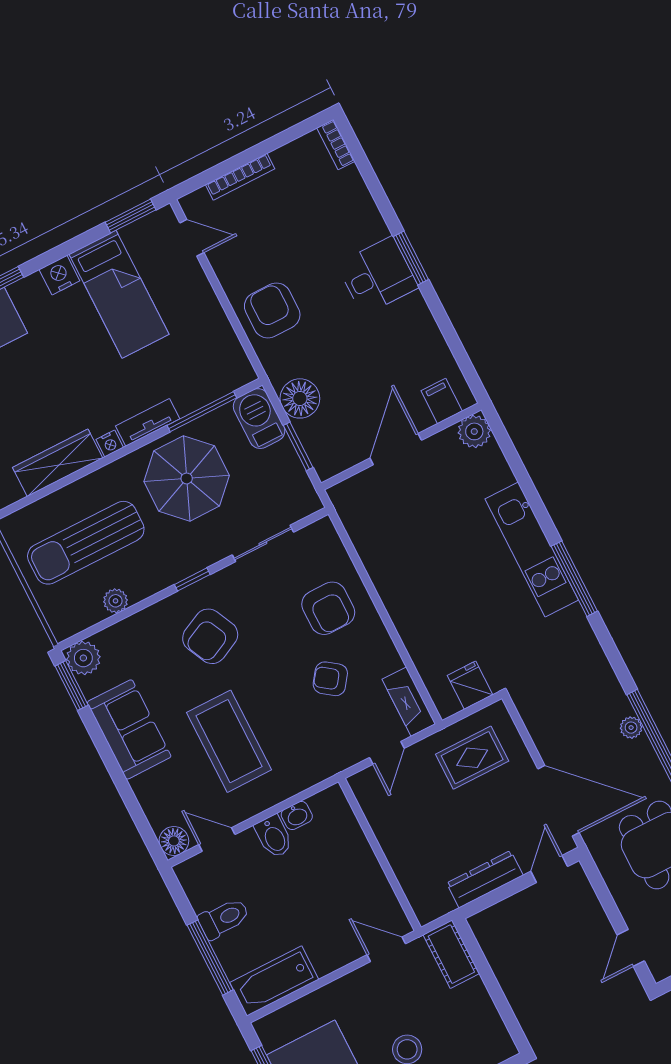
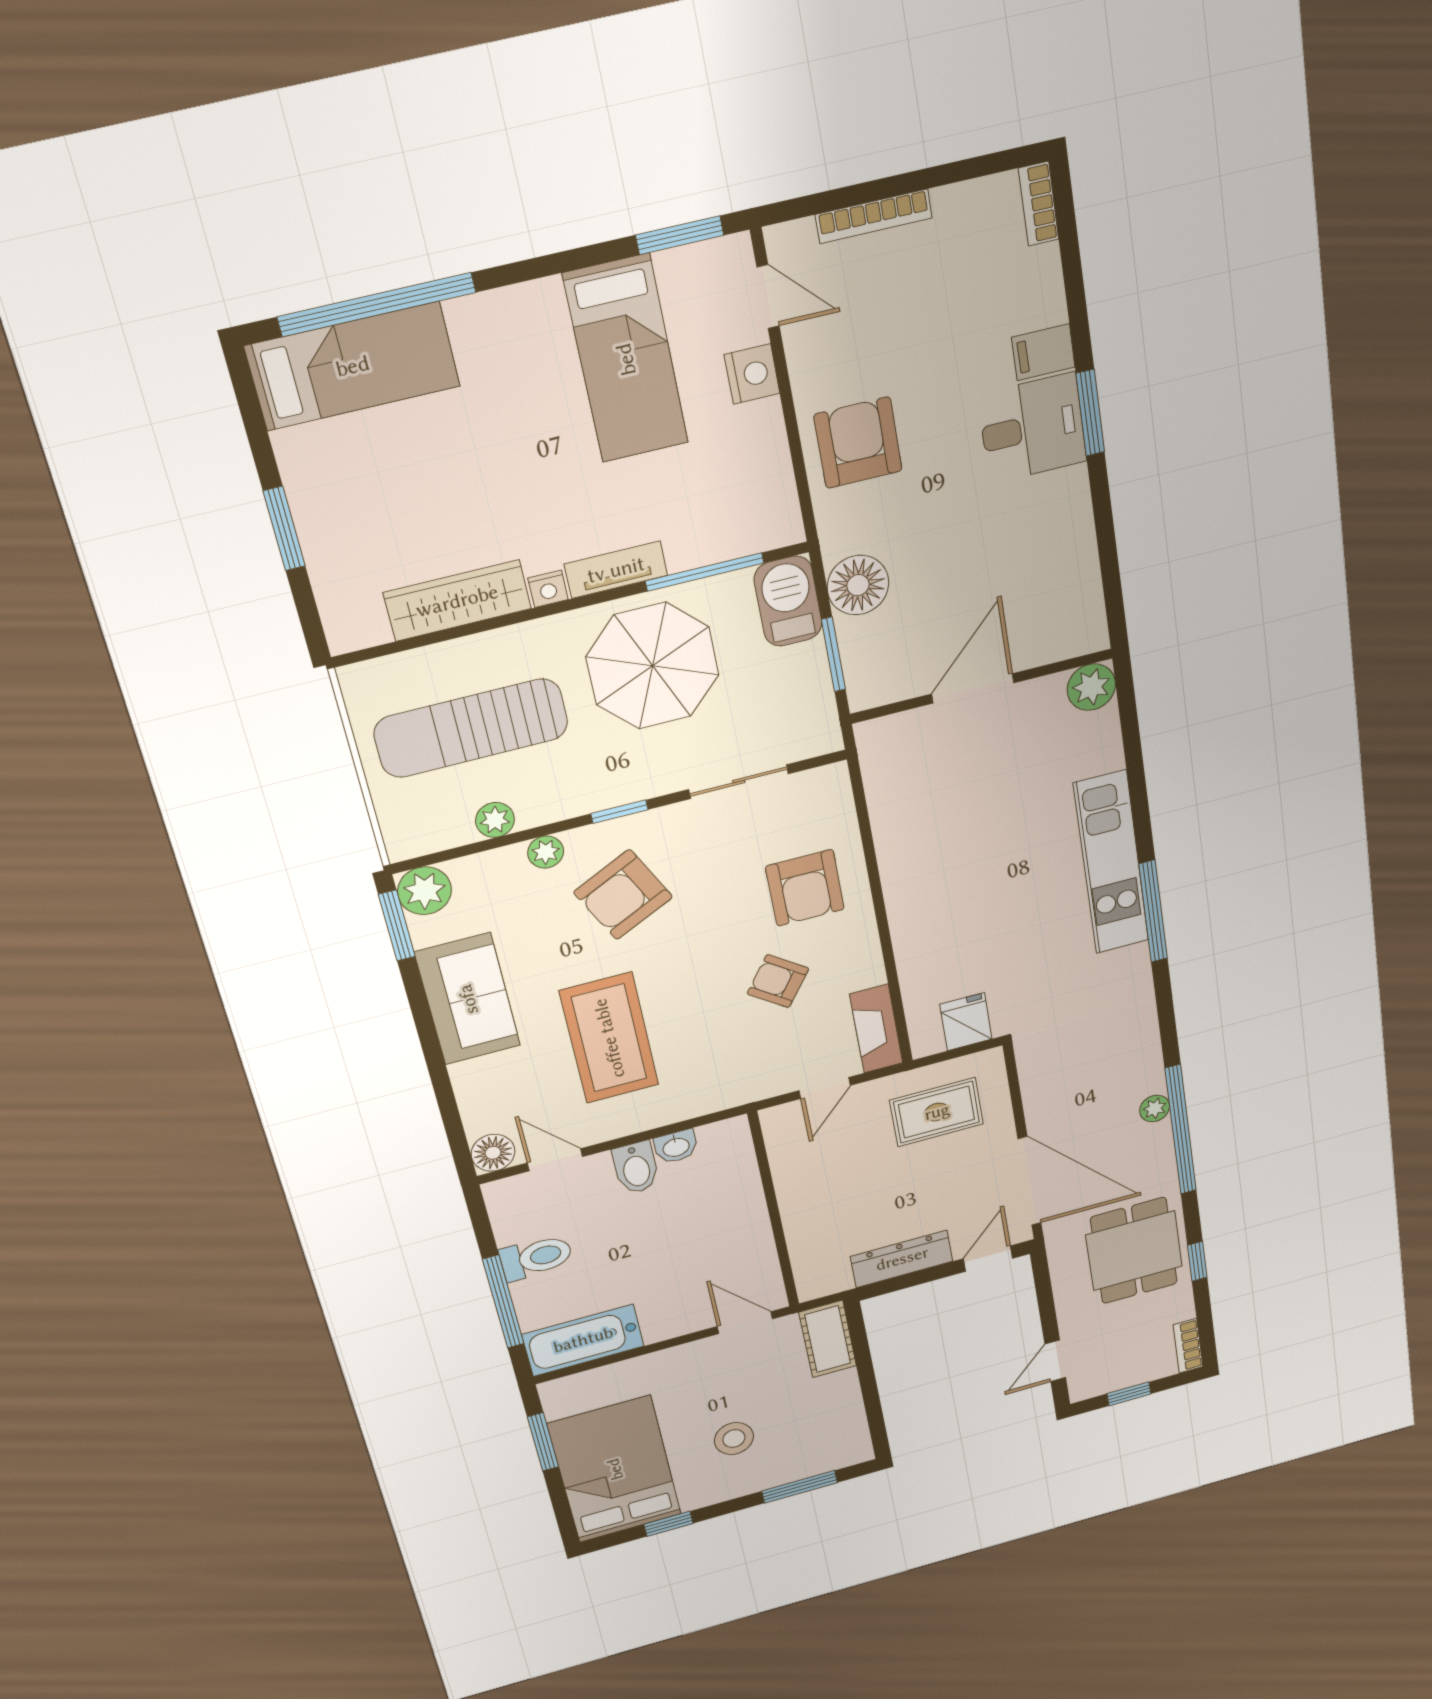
nightstand: (59, 275) -> (752, 374), moved, turned 90
filing cabinet: (442, 401) -> (1043, 352), moved, turned -90
plant: (153, 616) -> (546, 852), added

